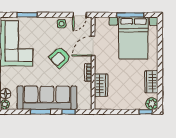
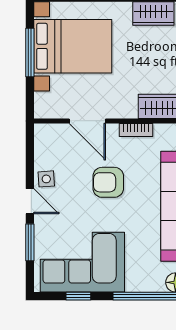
door: (80, 15) -> (30, 201), moved
armchair: (60, 57) -> (108, 182), turned 133

